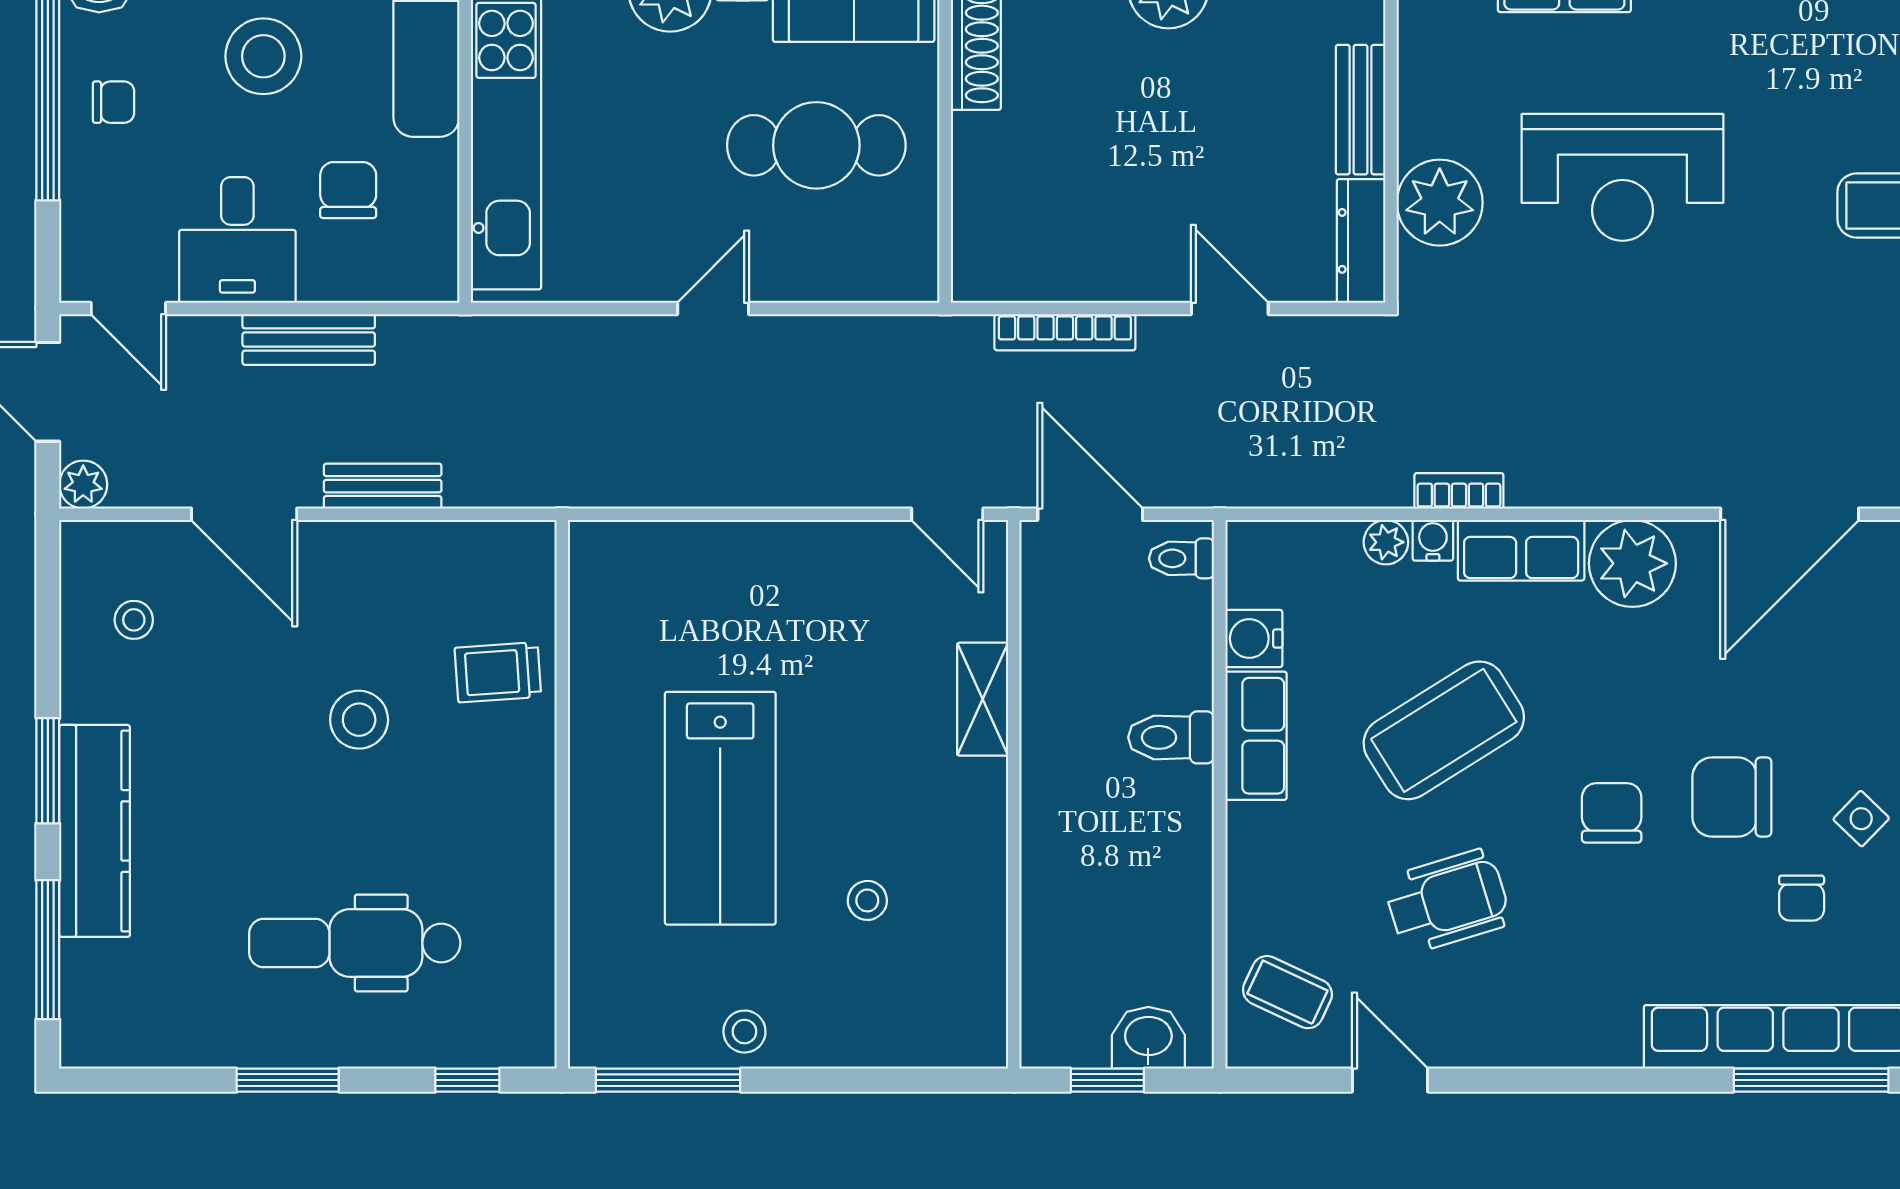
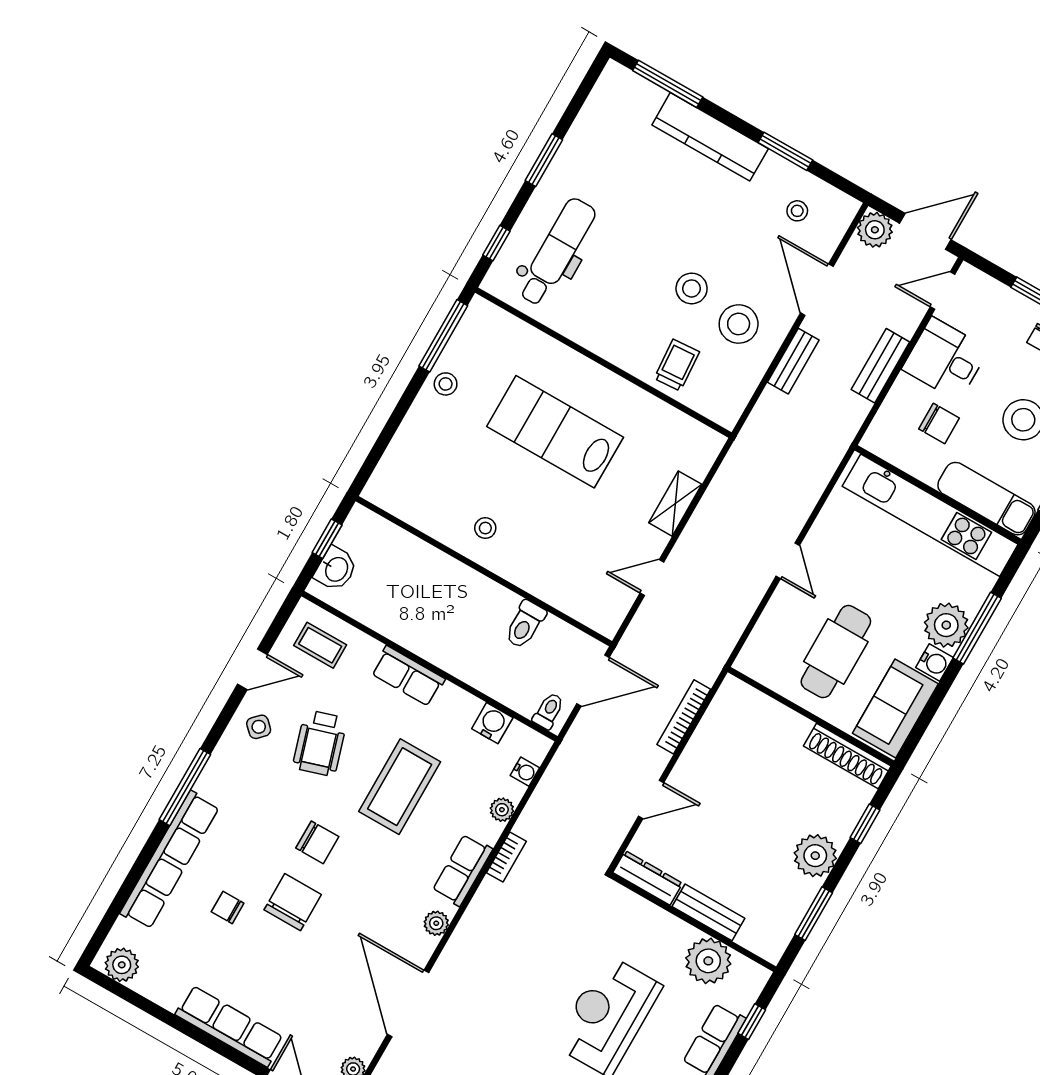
plant: (1440, 203) -> (708, 961), moved
plant: (83, 485) -> (875, 230), width x1.38, depth x1.38
door: (244, 514) -> (817, 290), hinge flipped
door: (947, 514) -> (652, 578), moved
water cooler: (1433, 540) -> (525, 772), moved
plant: (1632, 563) -> (436, 923), width x0.53, depth x0.53
stool: (373, 610) -> (739, 324), added
shelving: (983, 699) -> (675, 504), moved, turned 90
coffee table: (1444, 730) -> (400, 787), turned 32
row of seats: (1256, 736) -> (408, 676), moved
toilet: (1171, 737) -> (525, 624), moved, turned 180
window: (48, 771) -> (785, 151), moved
side table: (1861, 819) -> (259, 727), moved
stool: (867, 900) -> (485, 528), moved
dental chair: (355, 943) -> (557, 252), moved
coffee table: (1287, 992) -> (320, 645), turned 65
window: (1811, 1080) -> (185, 787), moved

